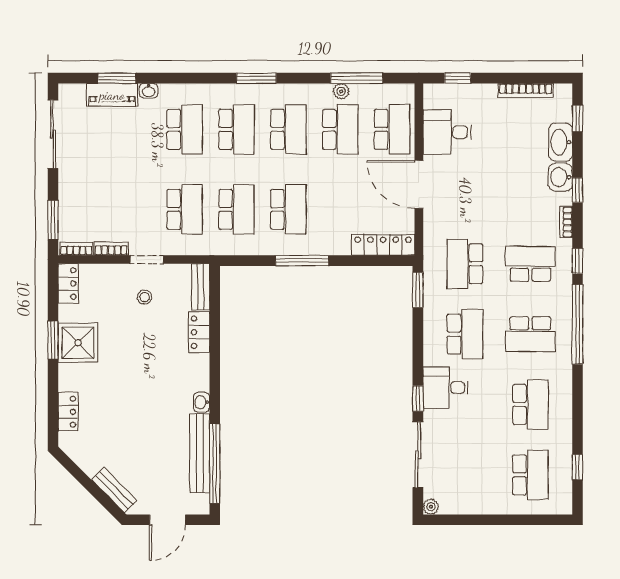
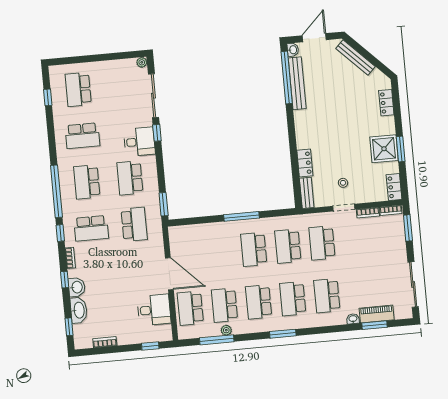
bookcase: (526, 90) -> (105, 342), width x0.64
locker: (383, 245) -> (189, 232), removed
school desk: (530, 334) -> (87, 182), turned -90
washbasin: (201, 402) -> (293, 50), moved
school desk: (530, 404) -> (83, 136), turned -90
bench: (114, 490) -> (356, 58), width x1.36

